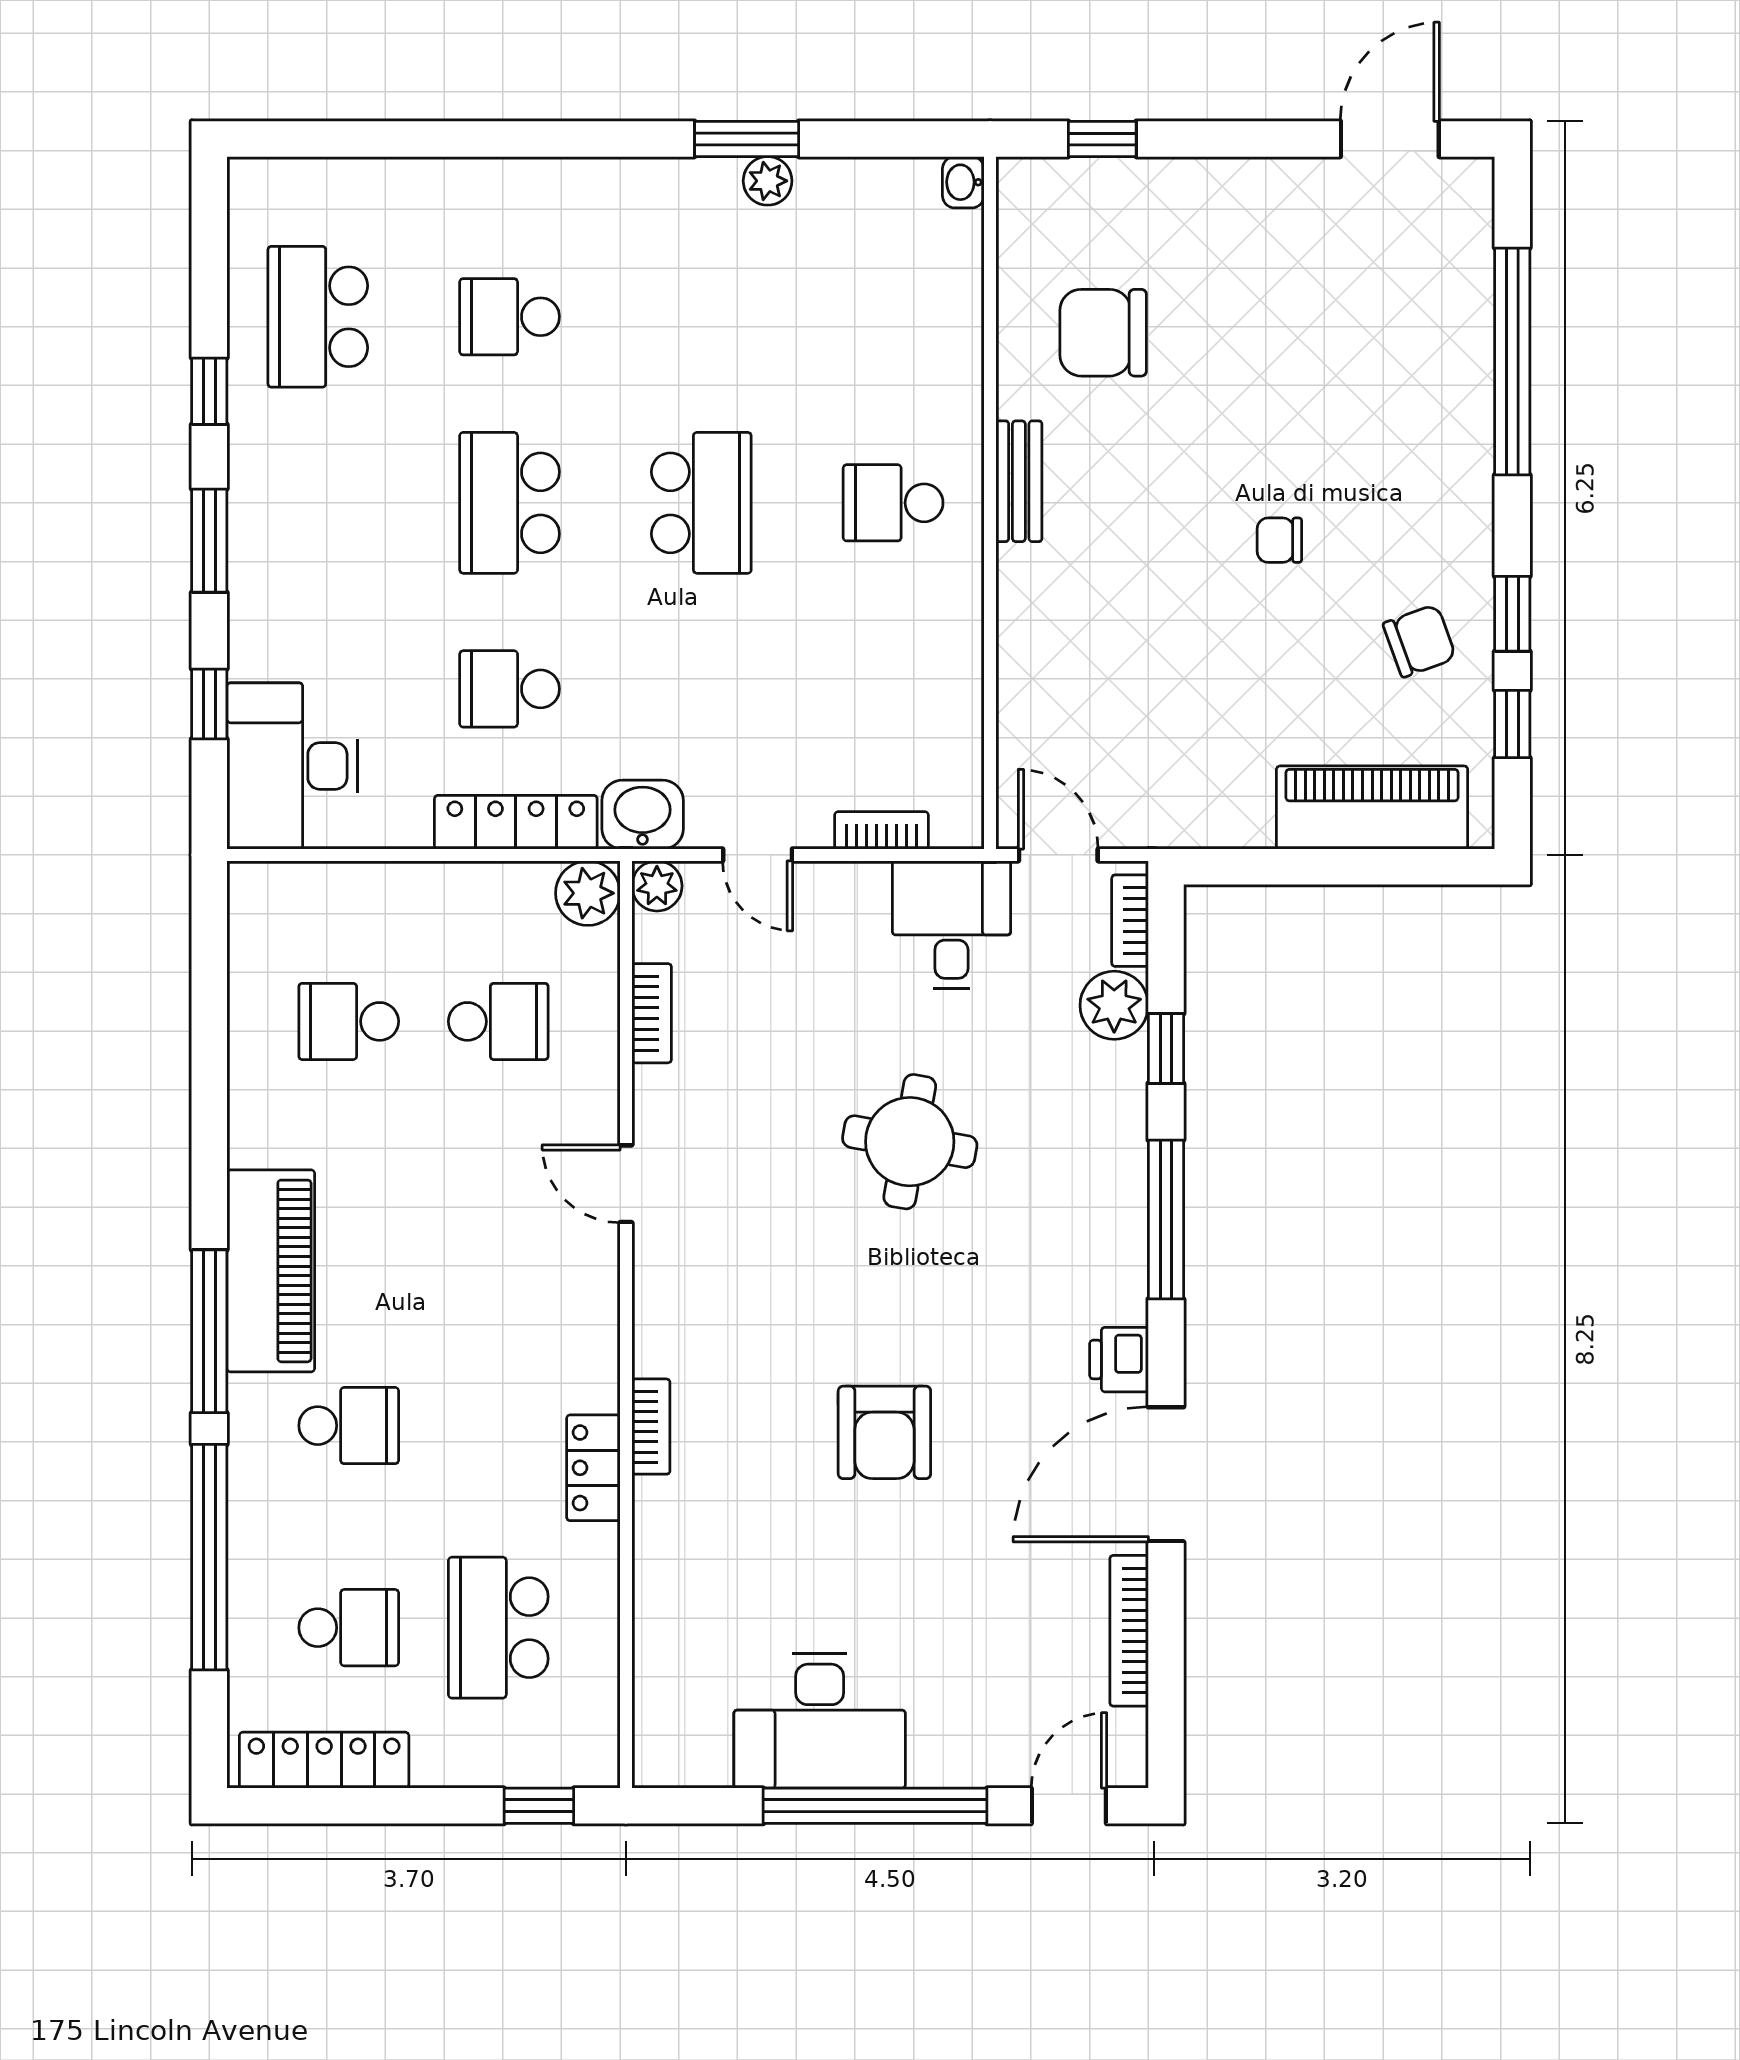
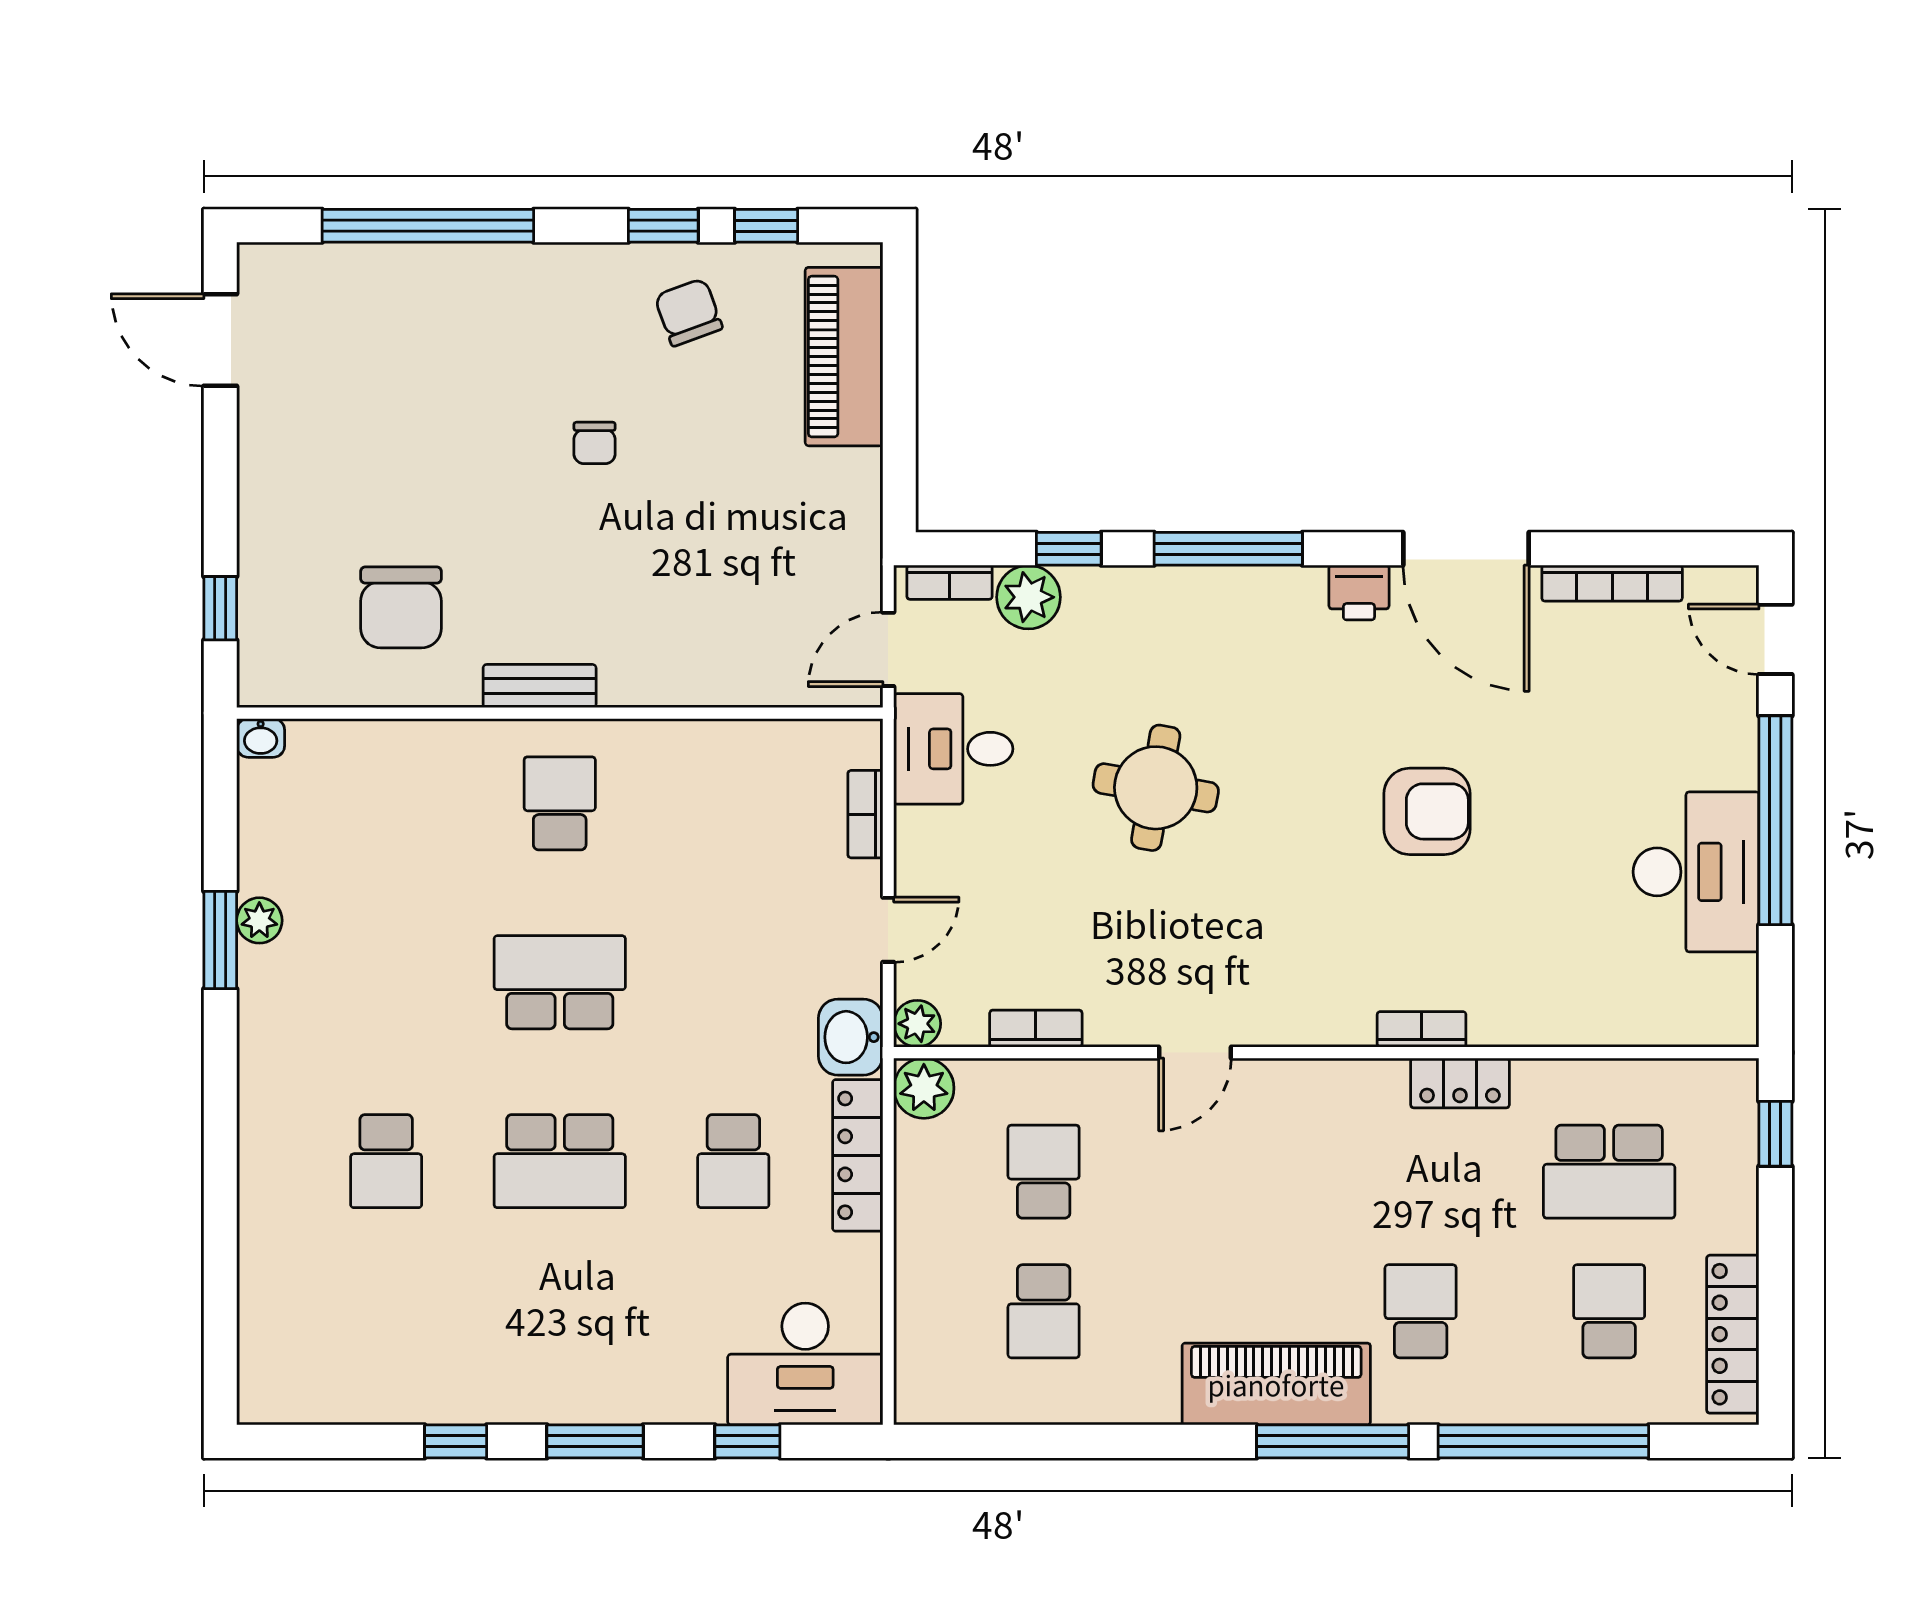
school desk: (318, 317) -> (386, 1340), removed
school desk: (893, 503) -> (560, 803), turned 180

